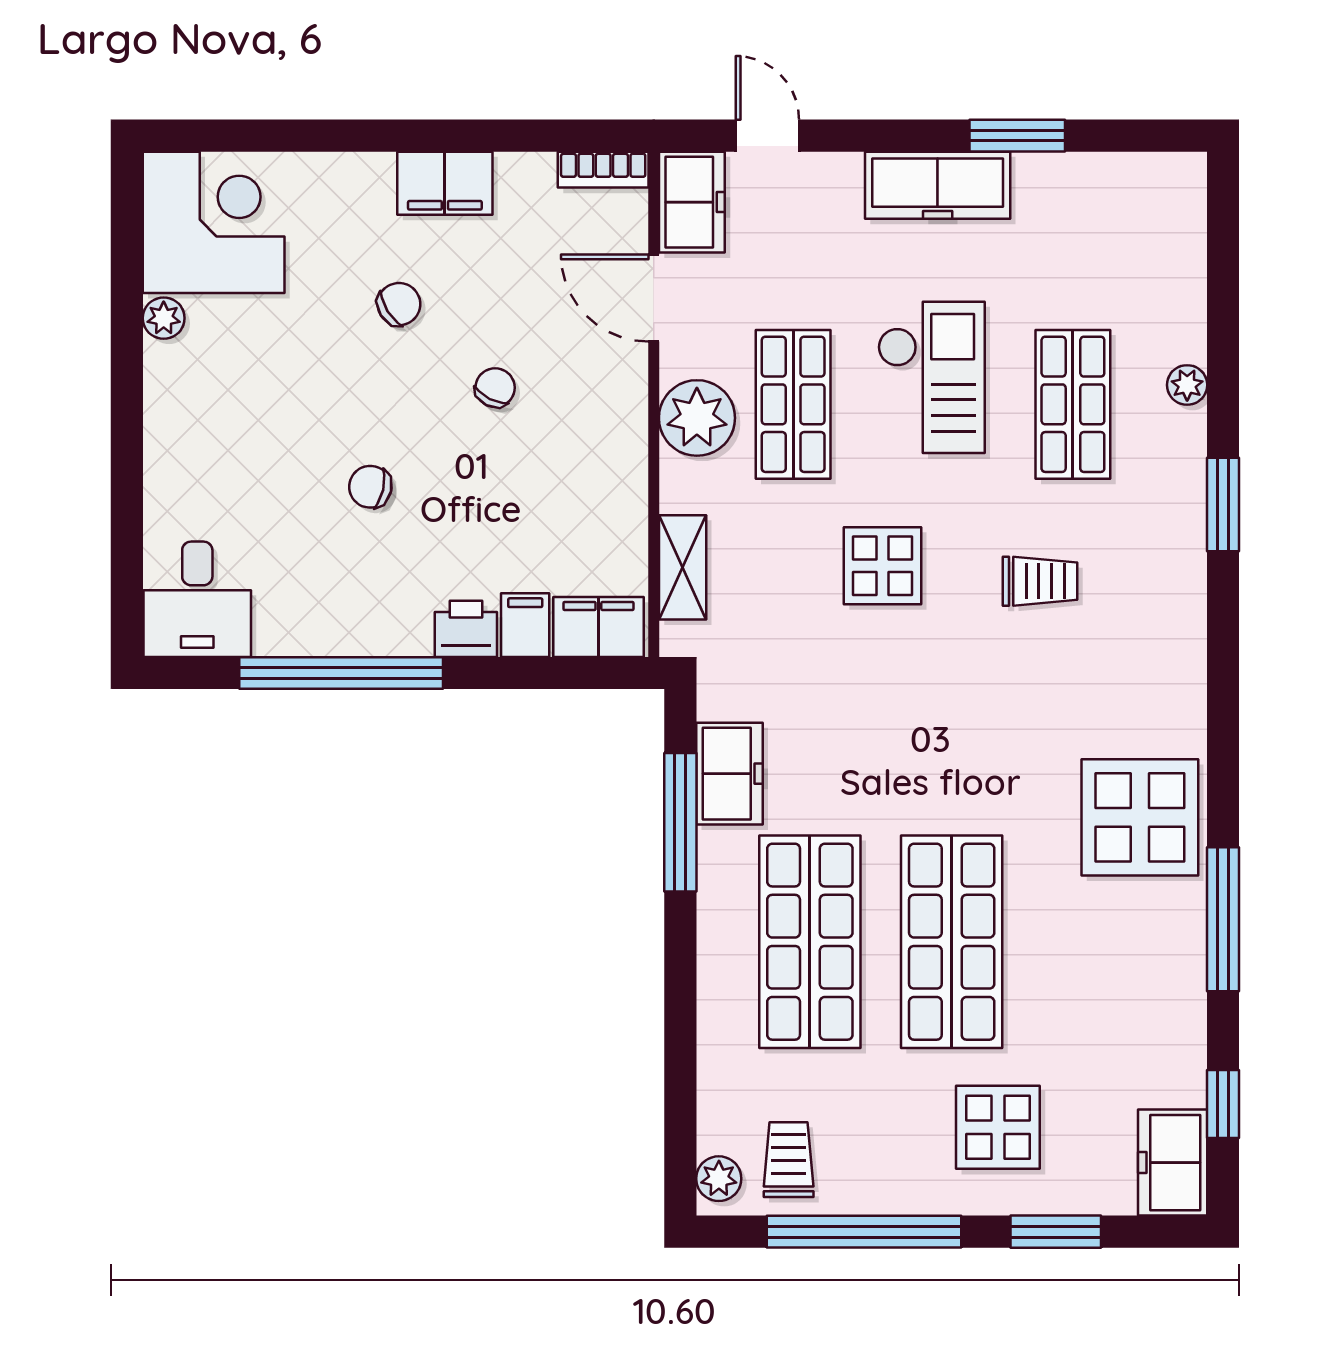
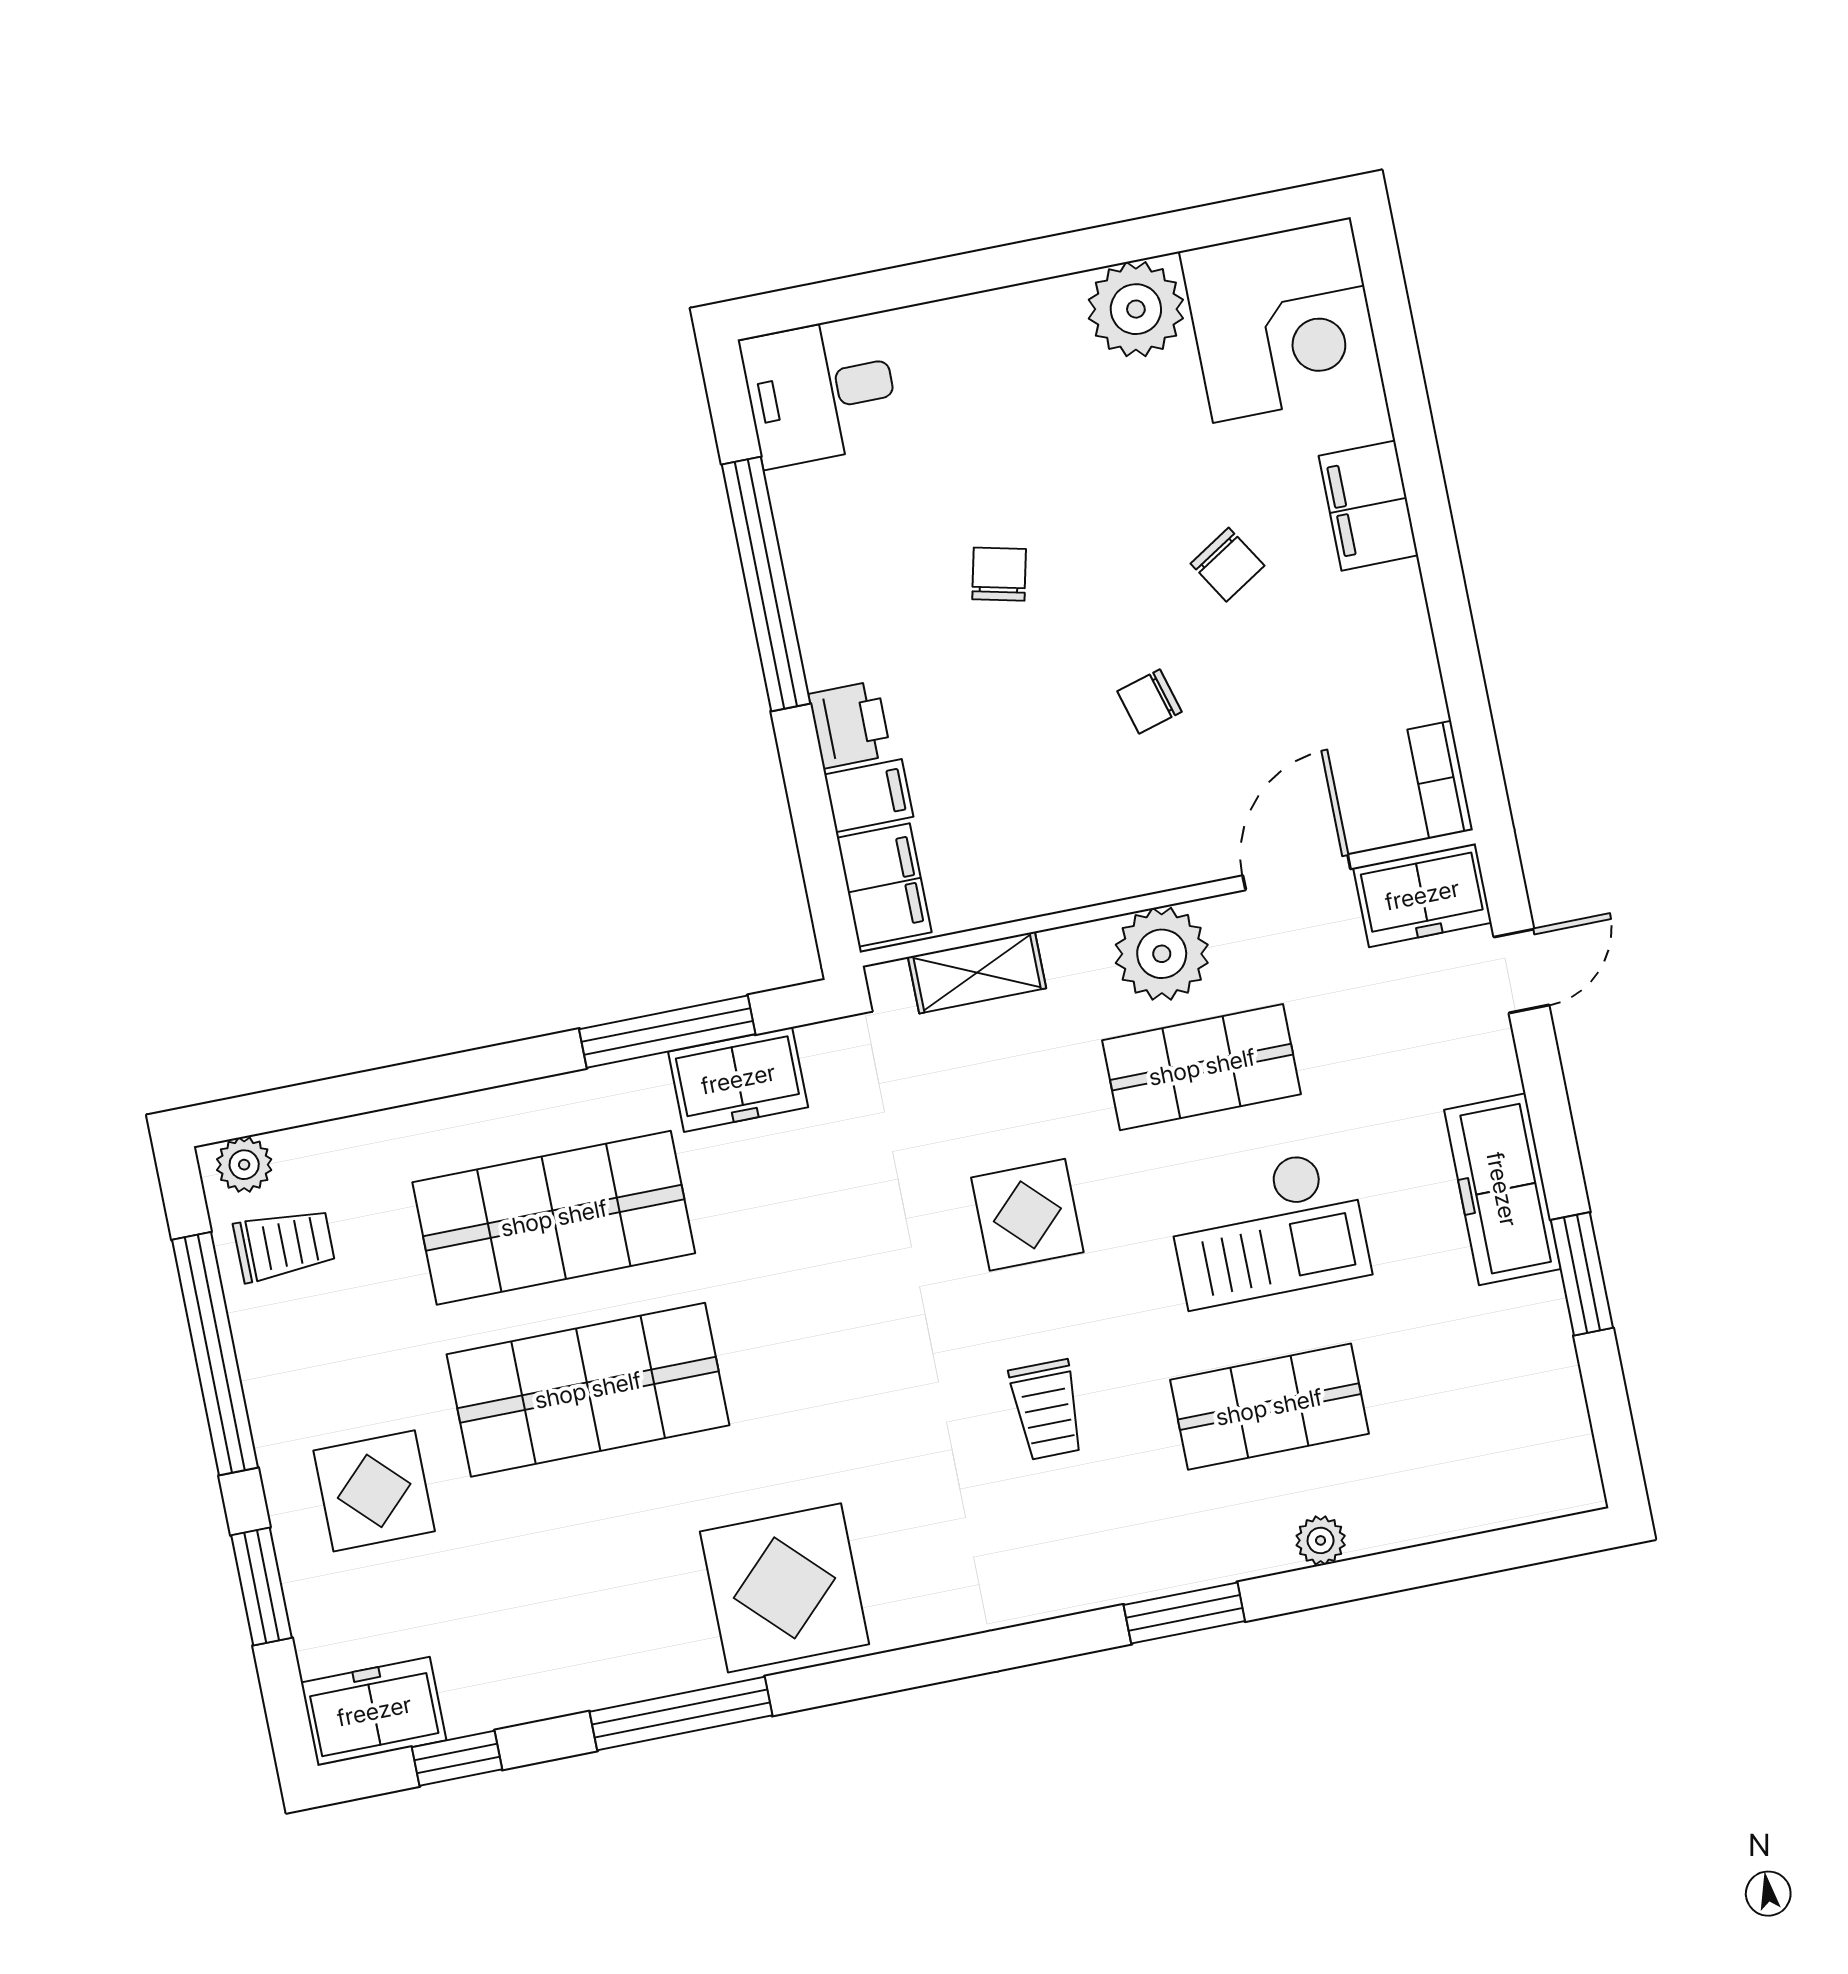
filing cabinet: (445, 183) -> (1368, 506), moved
plant: (164, 318) -> (1136, 309), width x1.87, depth x1.87
chair: (495, 388) -> (1150, 702), turned 137

